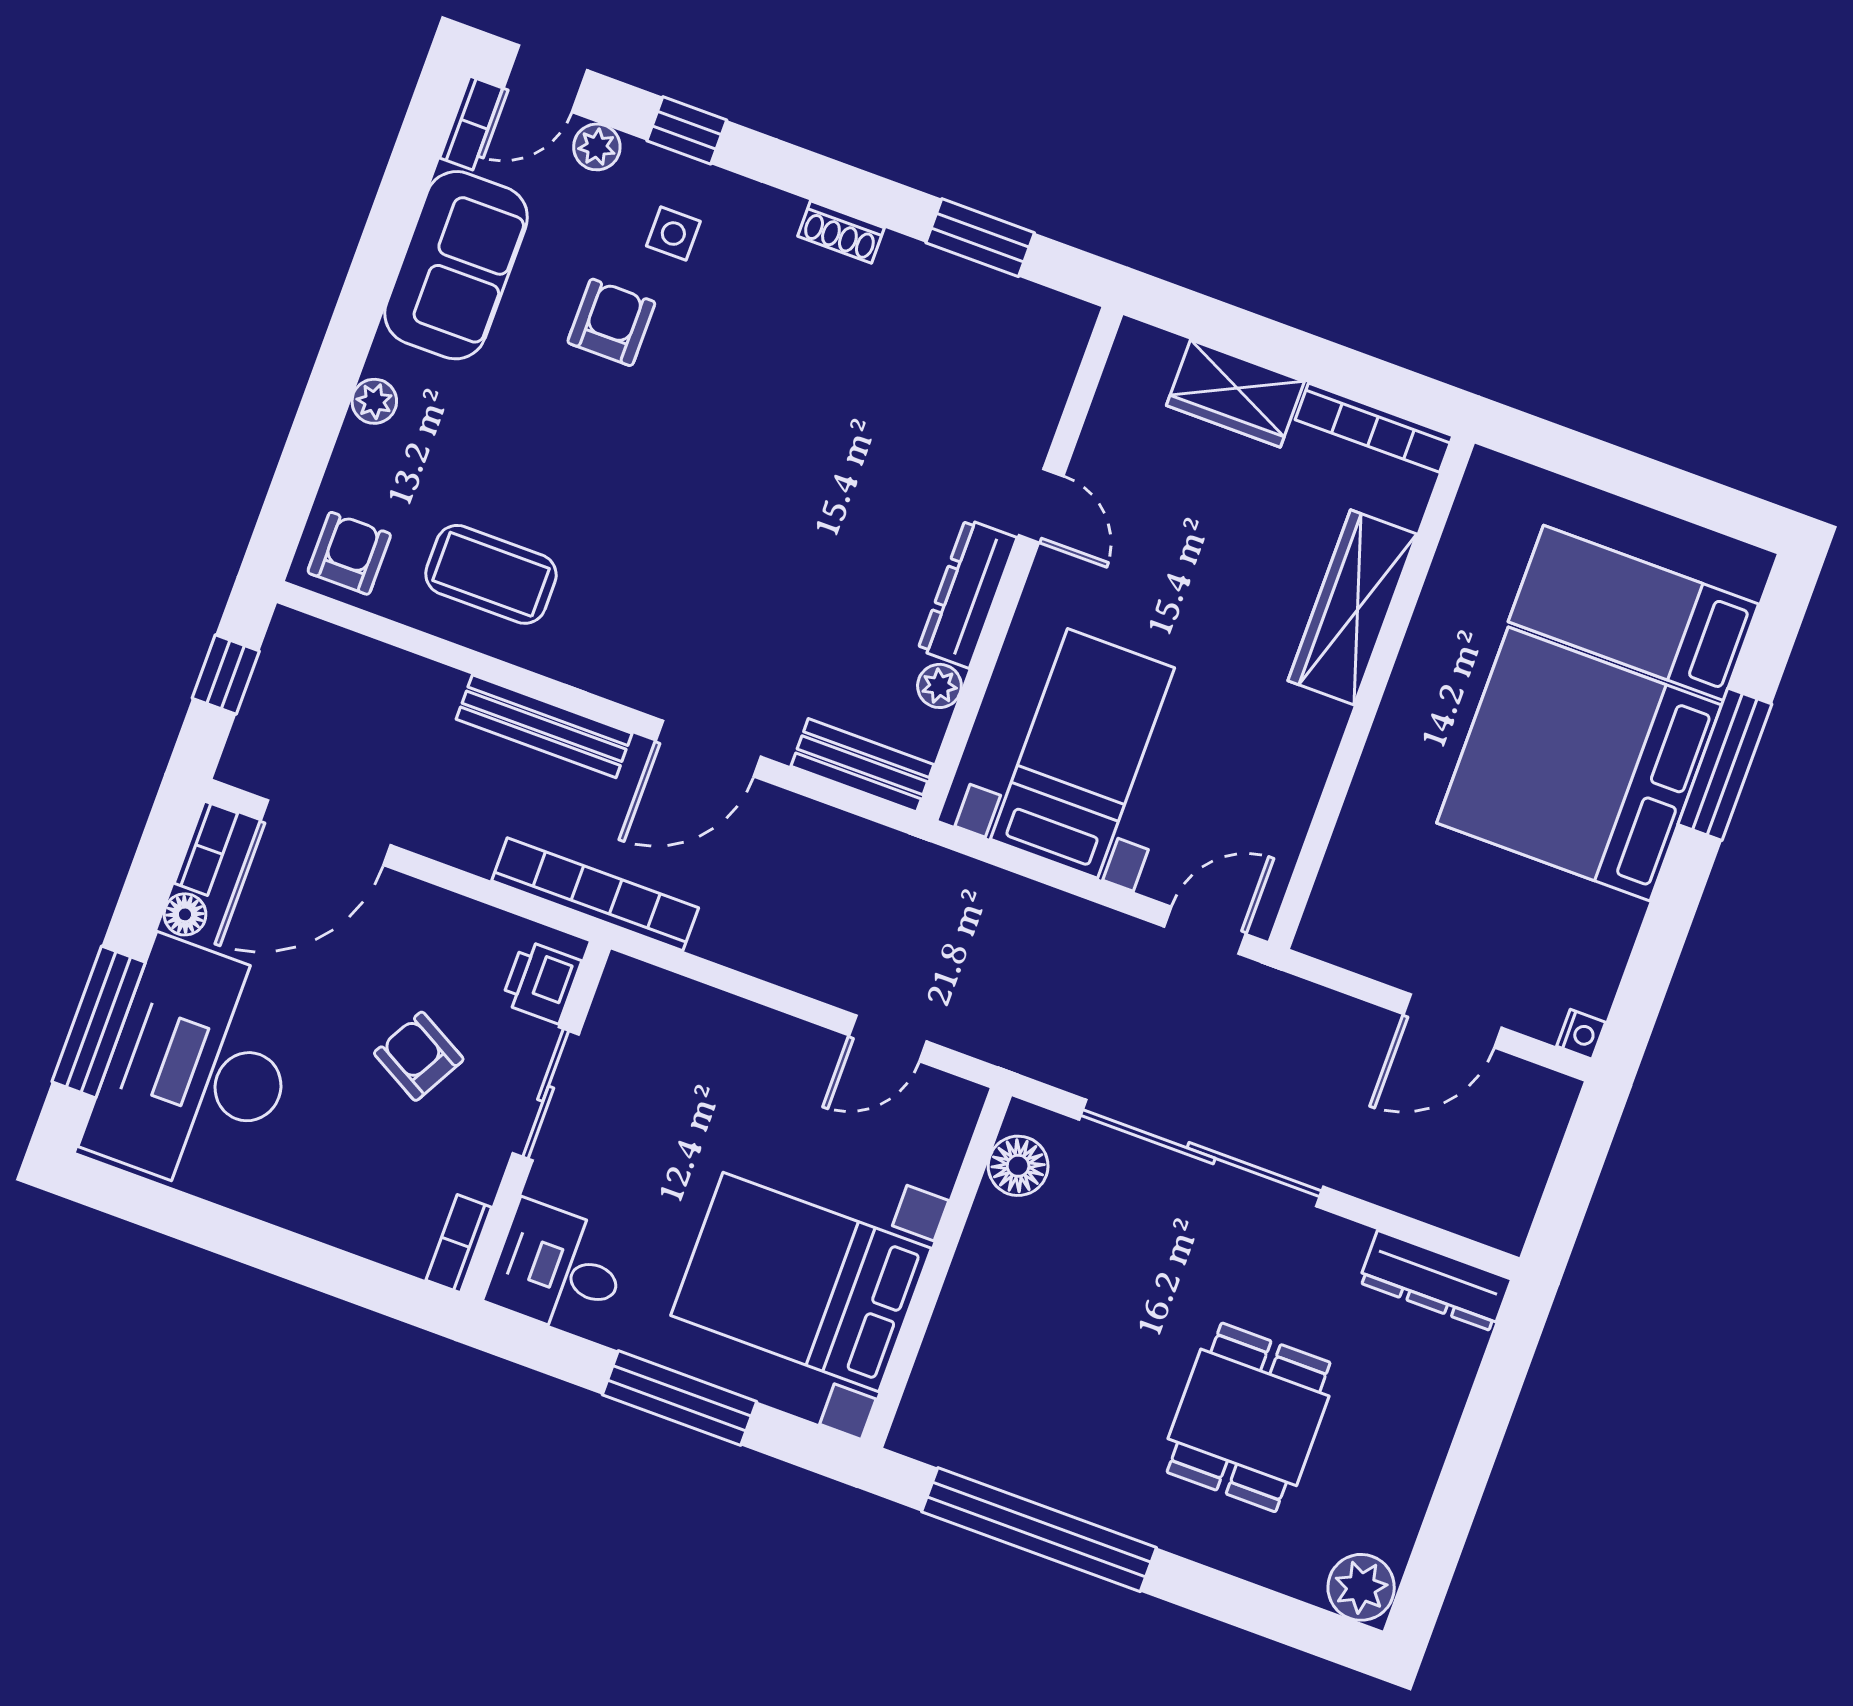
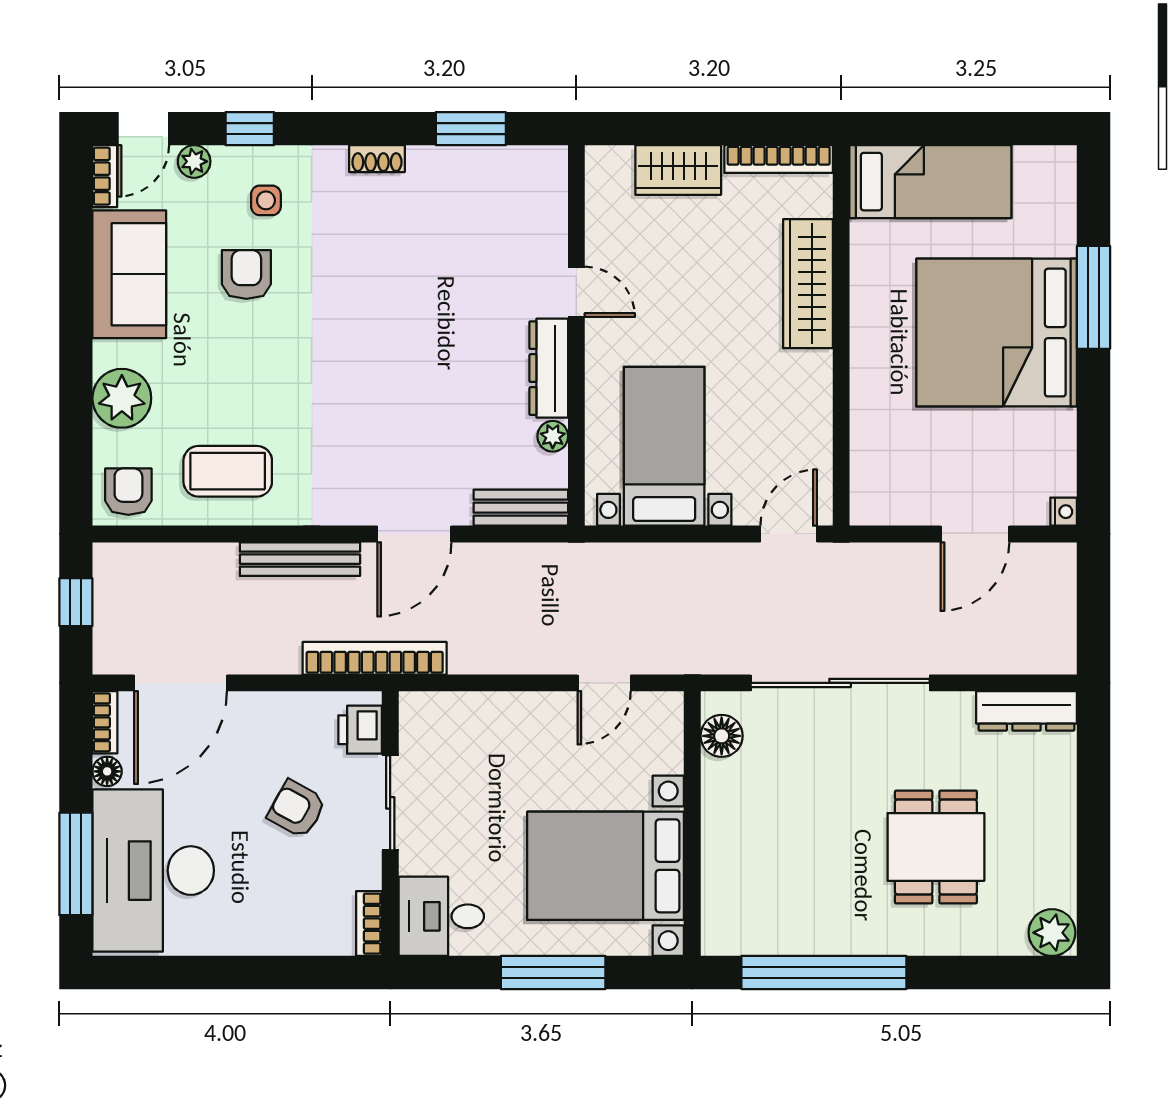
plant: (374, 401) -> (122, 398), width x1.88, depth x1.88
bed: (1633, 613) -> (930, 182), moved, turned 180

